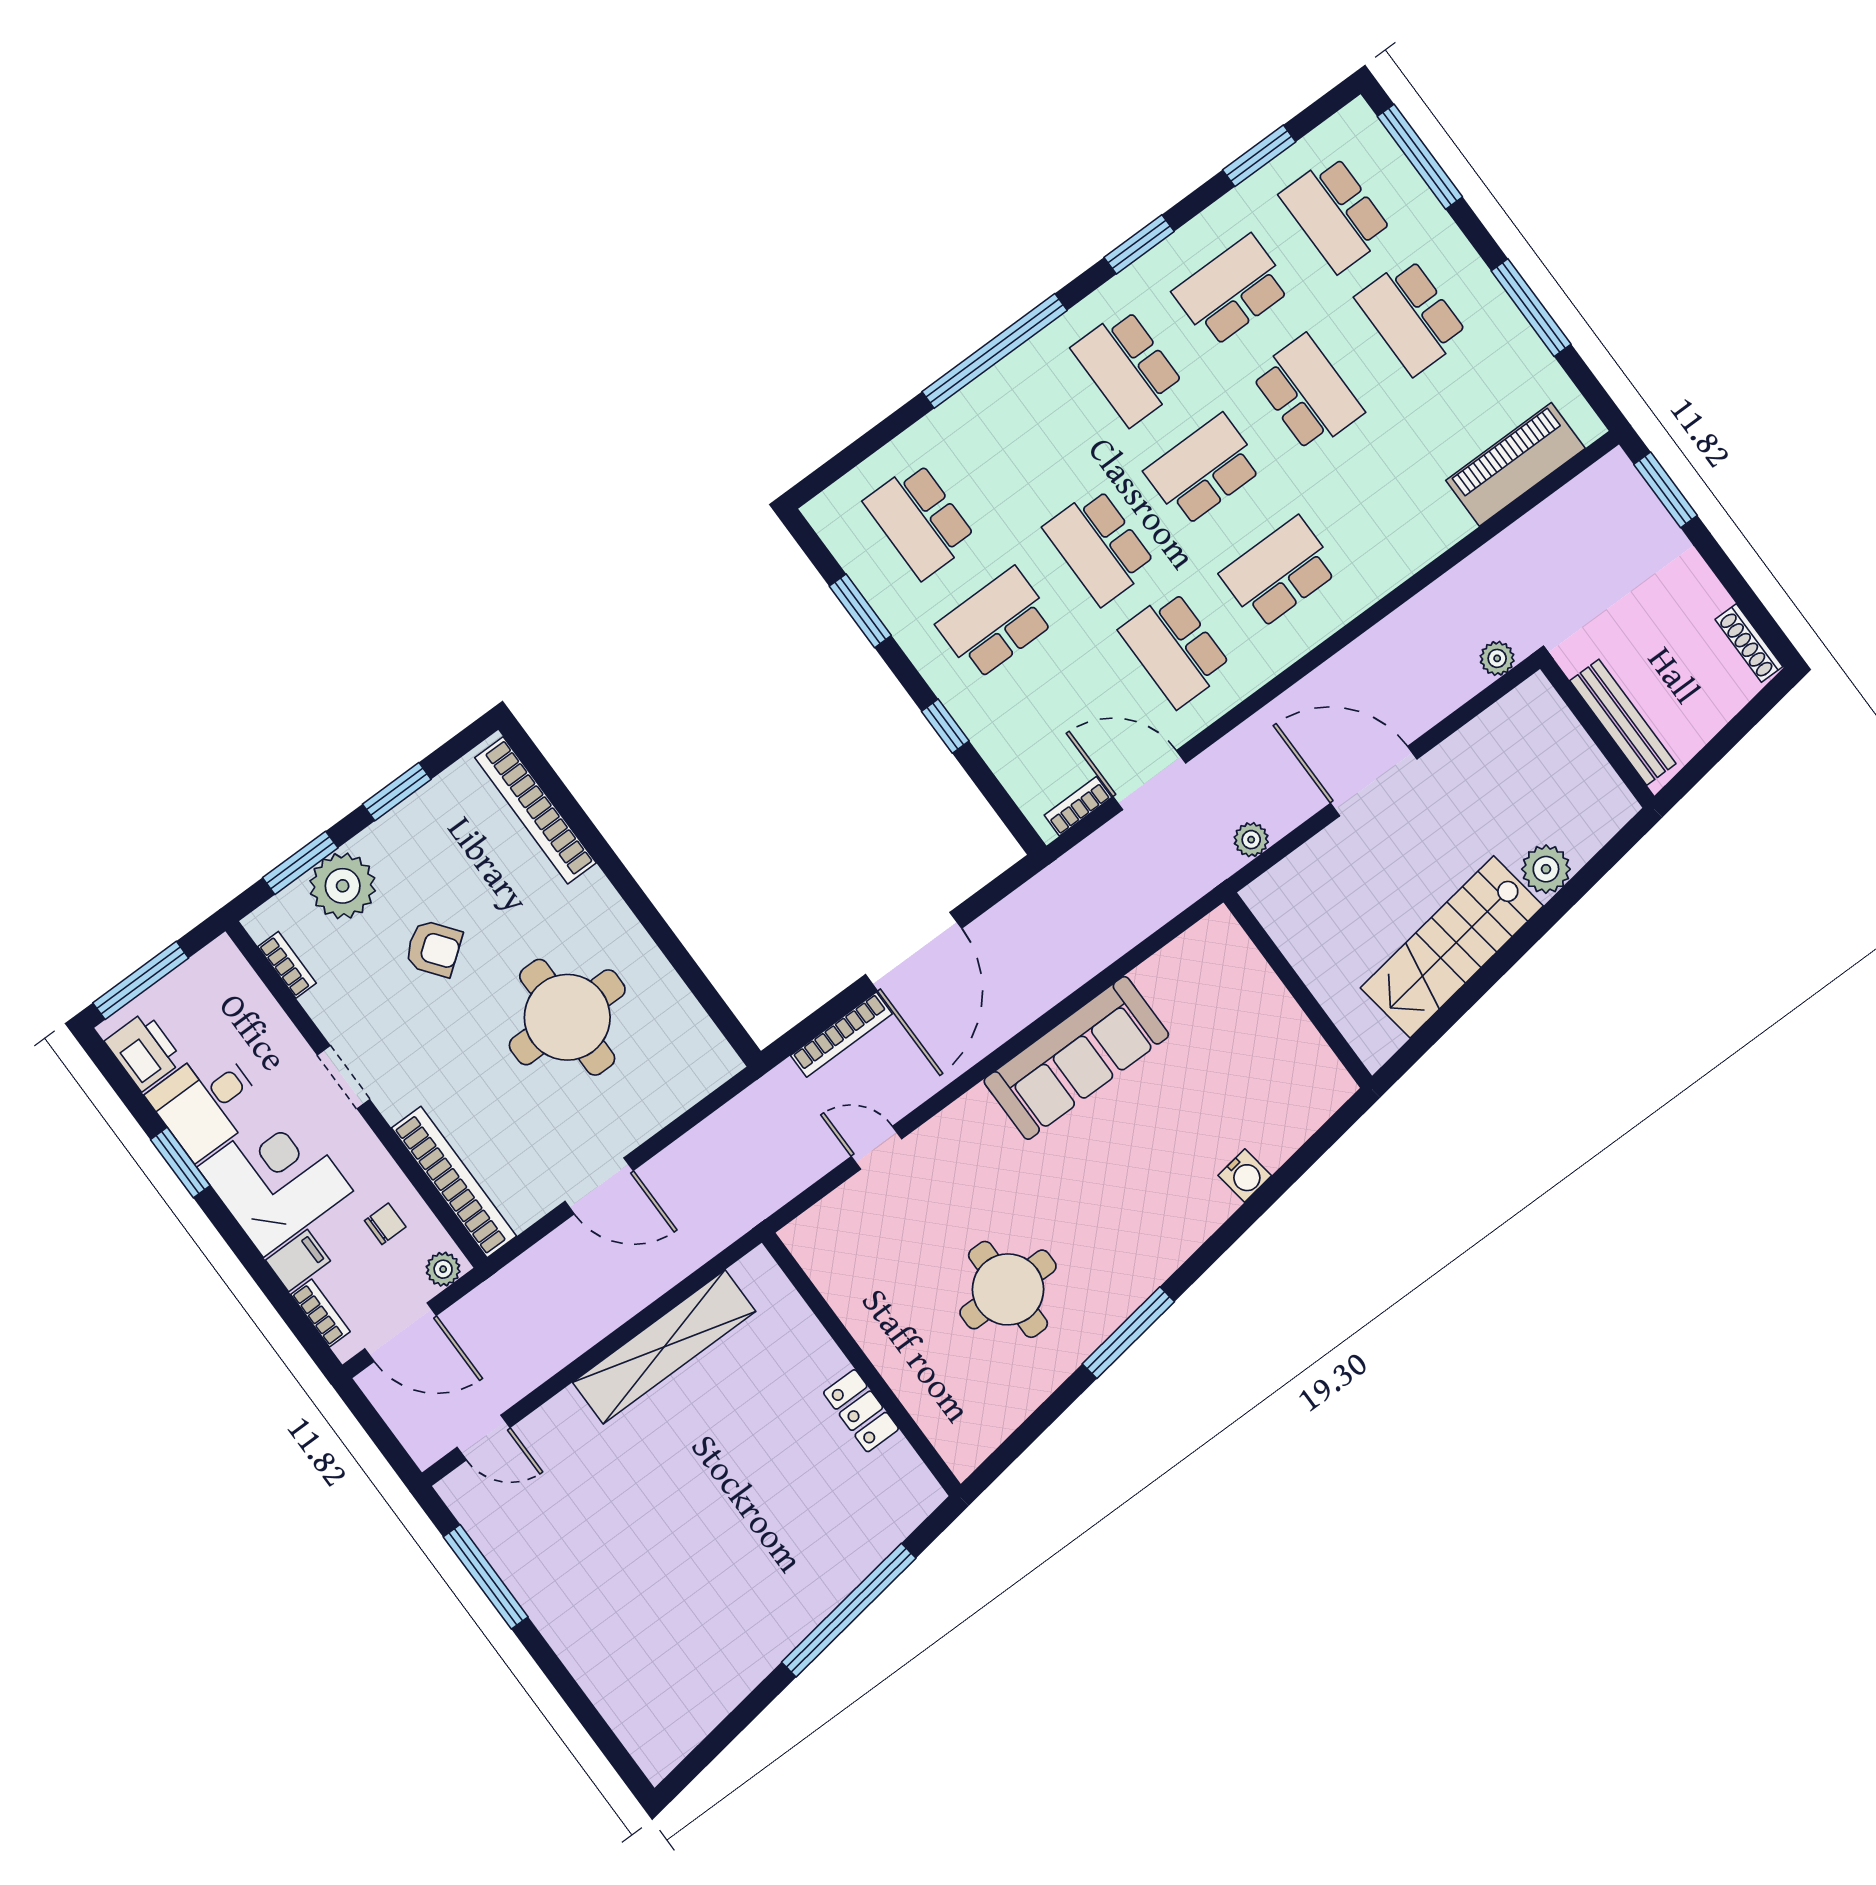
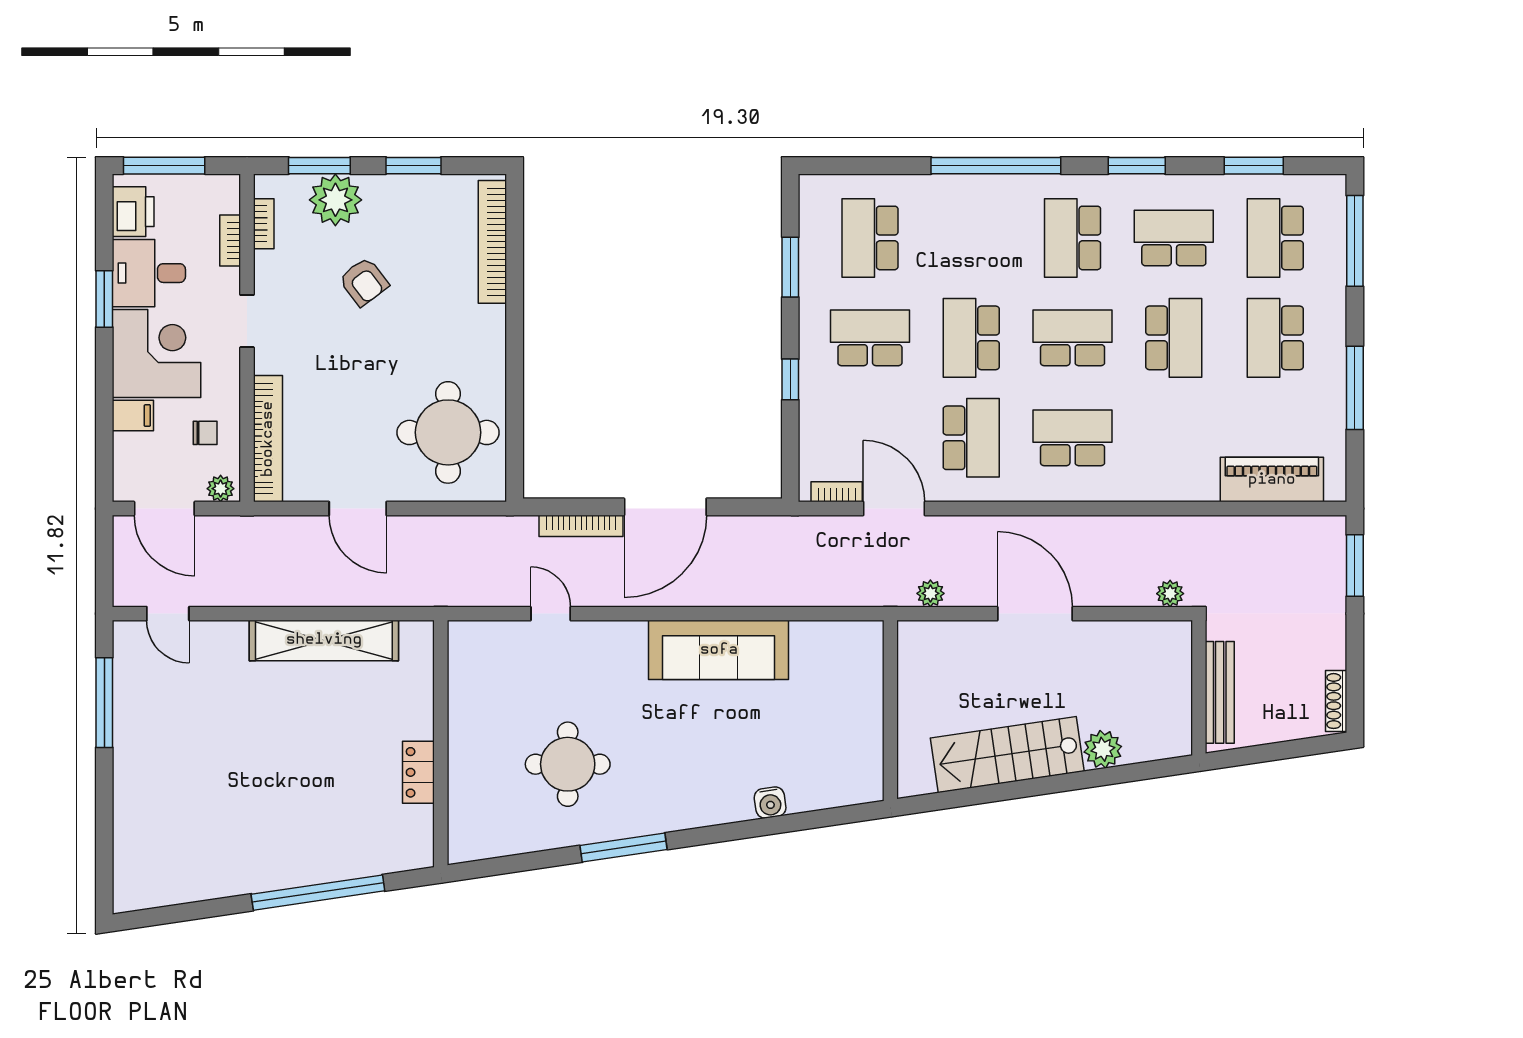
school desk: (1175, 649) -> (971, 438), turned 180
round table: (567, 1017) -> (448, 432), moved
bookcase: (320, 1313) -> (230, 241), moved, turned 180

